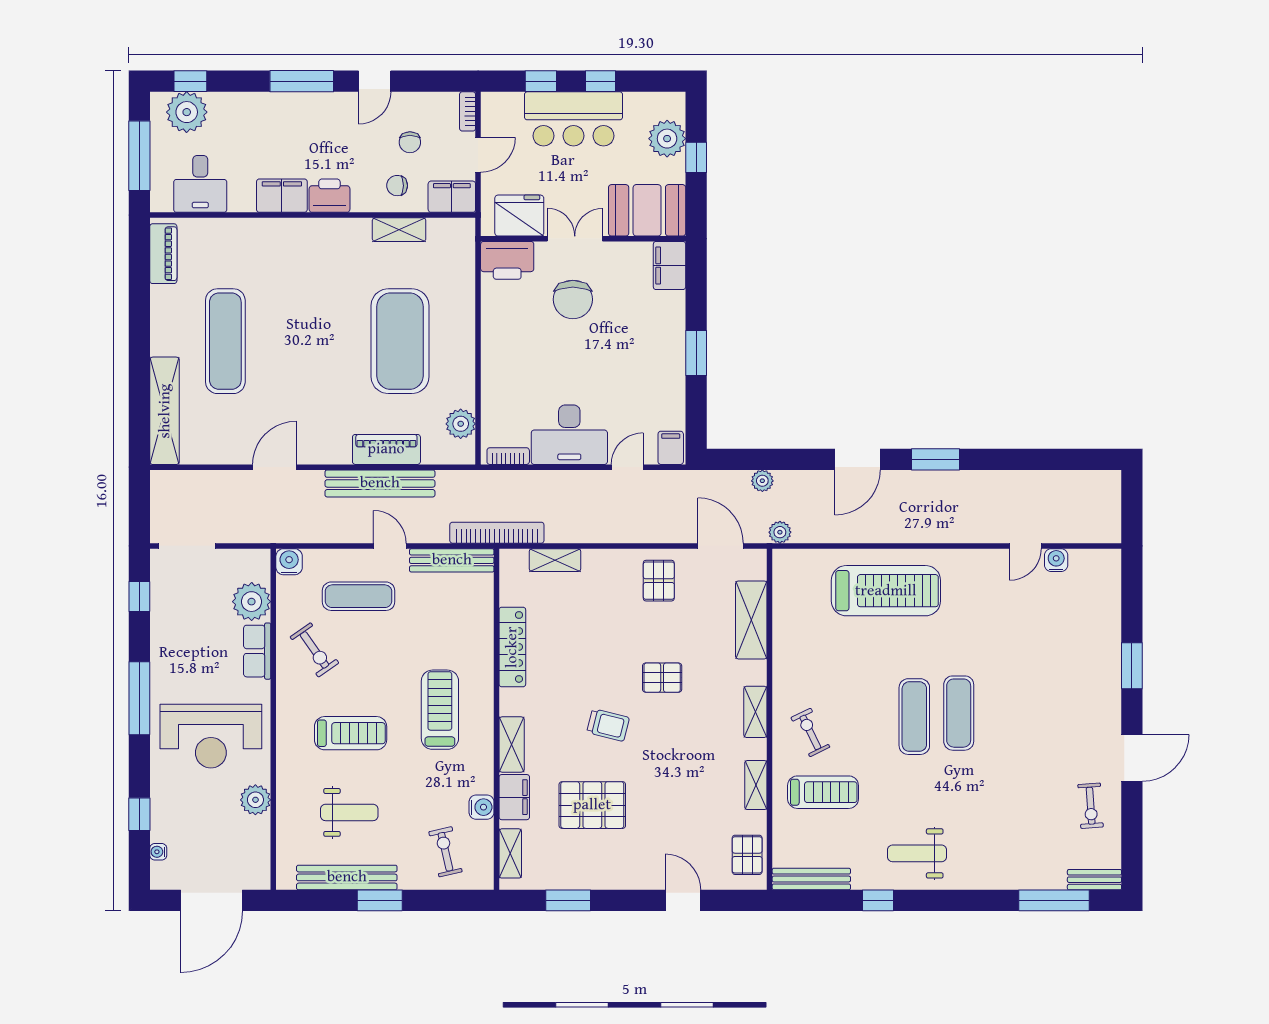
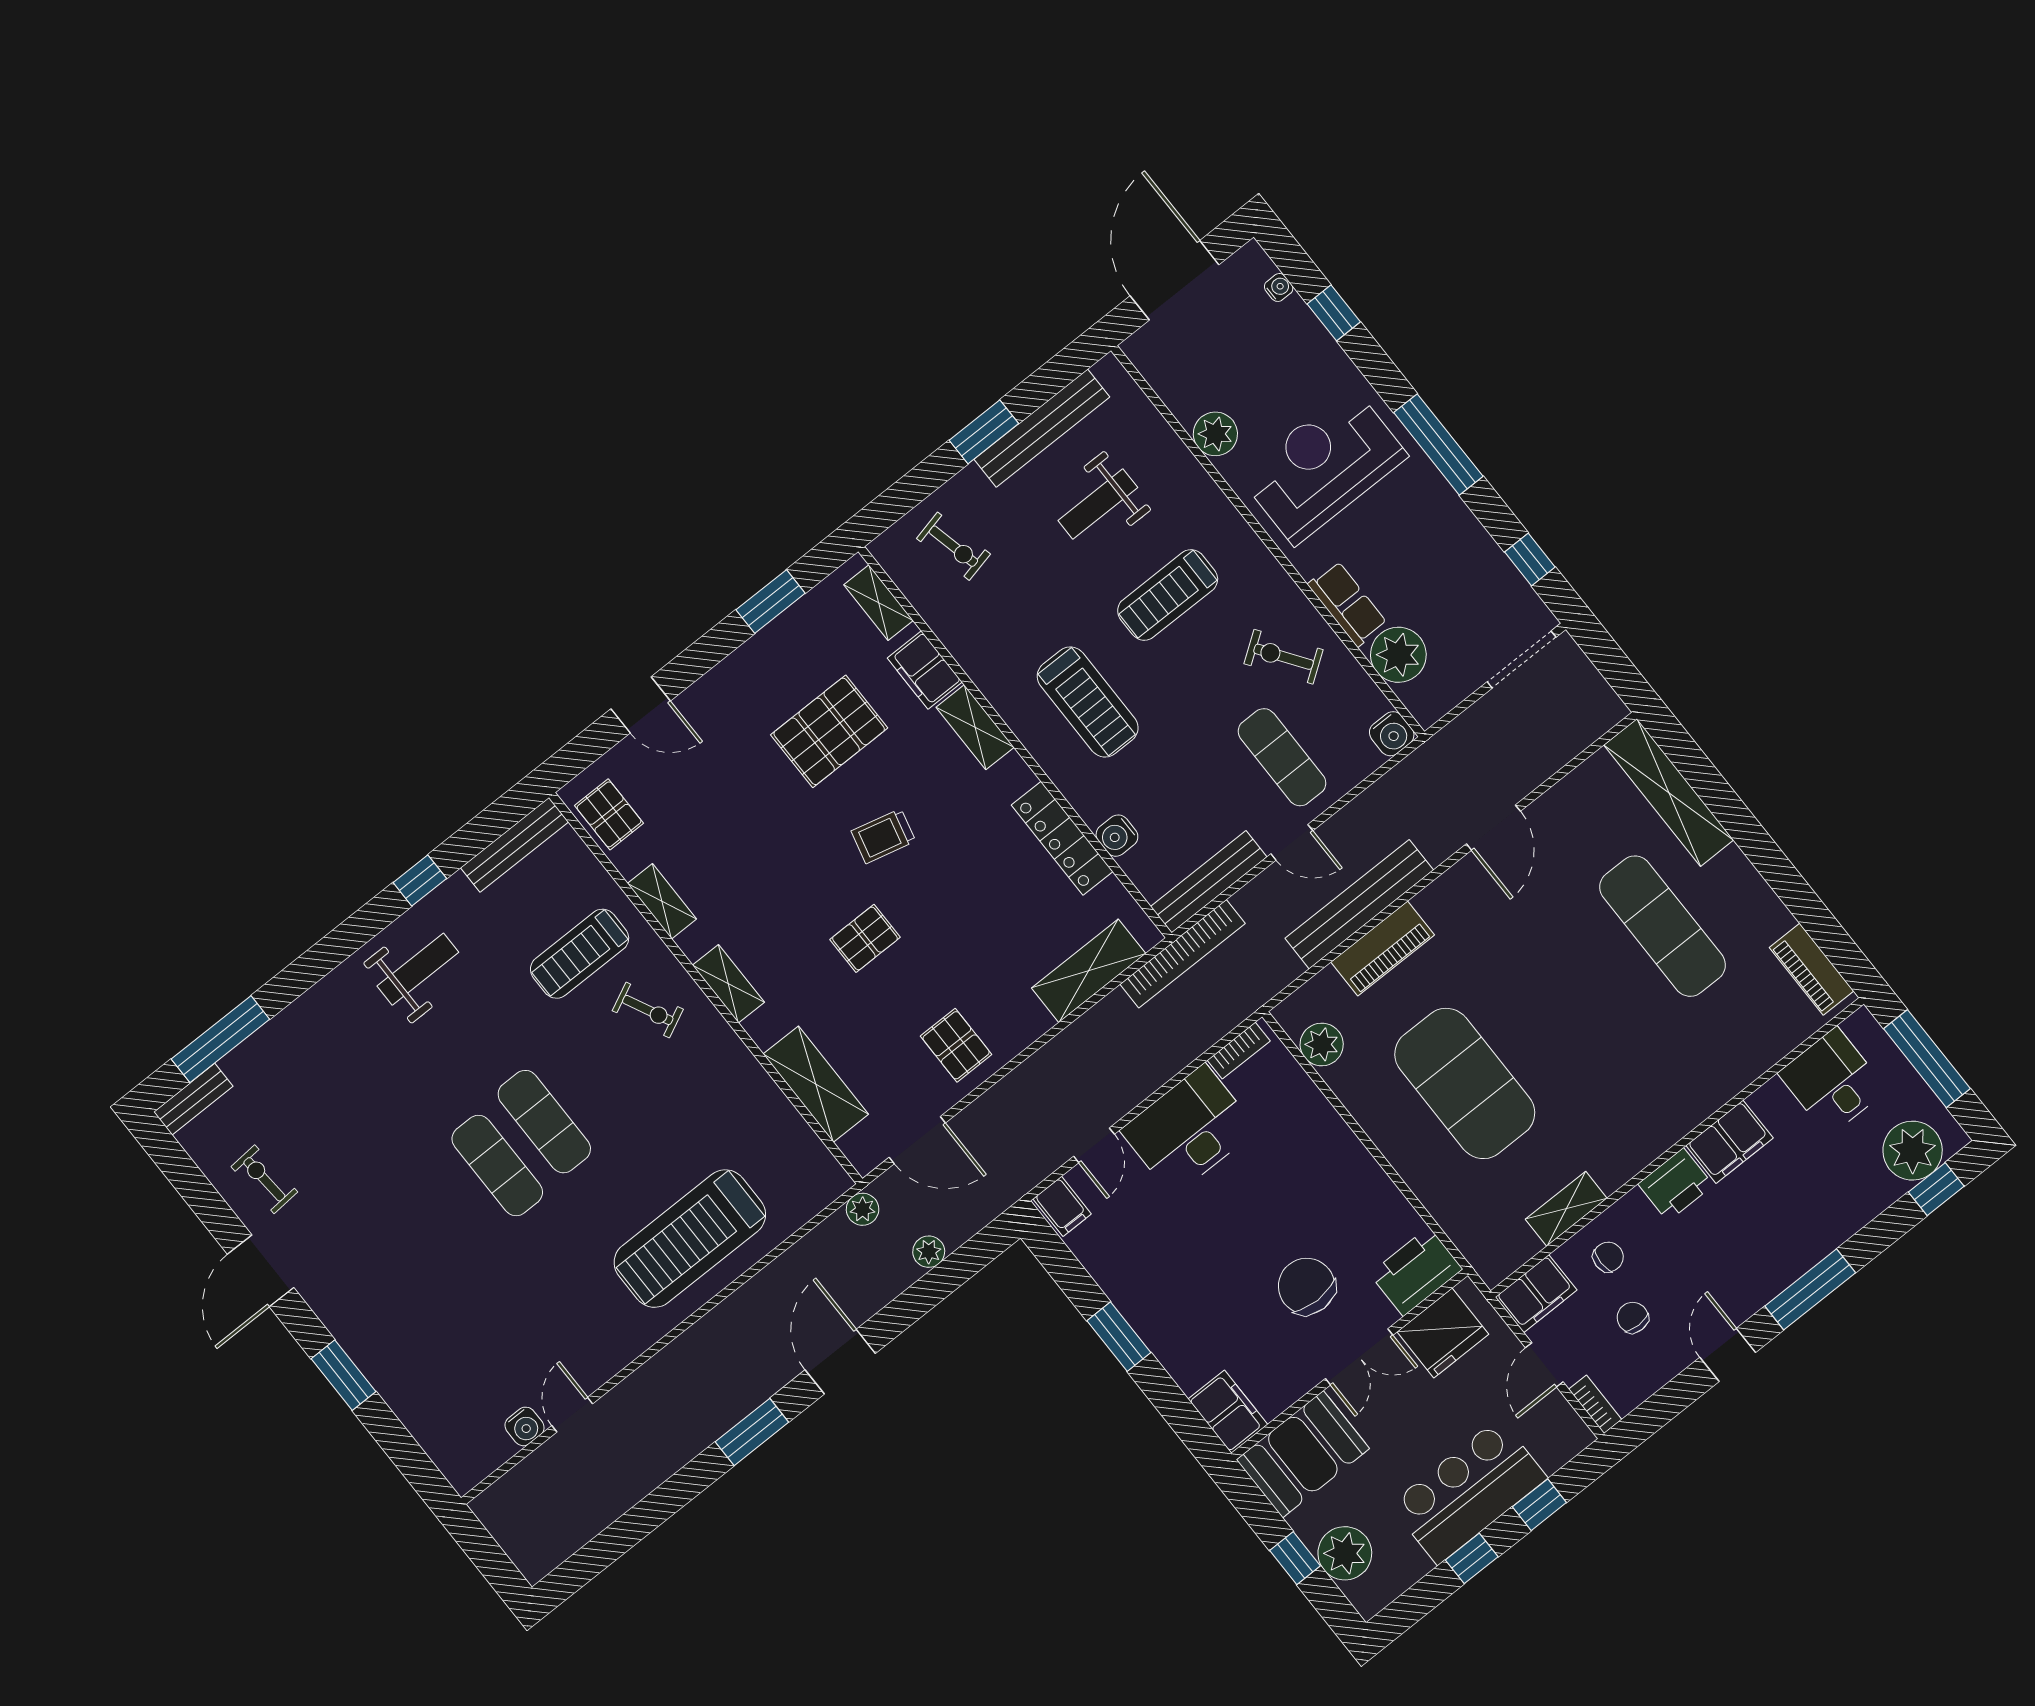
shelving: (555, 560) -> (1089, 971), width x1.50, depth x1.33
exercise mat: (359, 596) -> (1282, 757), turned 90
water cooler: (482, 807) -> (1117, 836), moved

